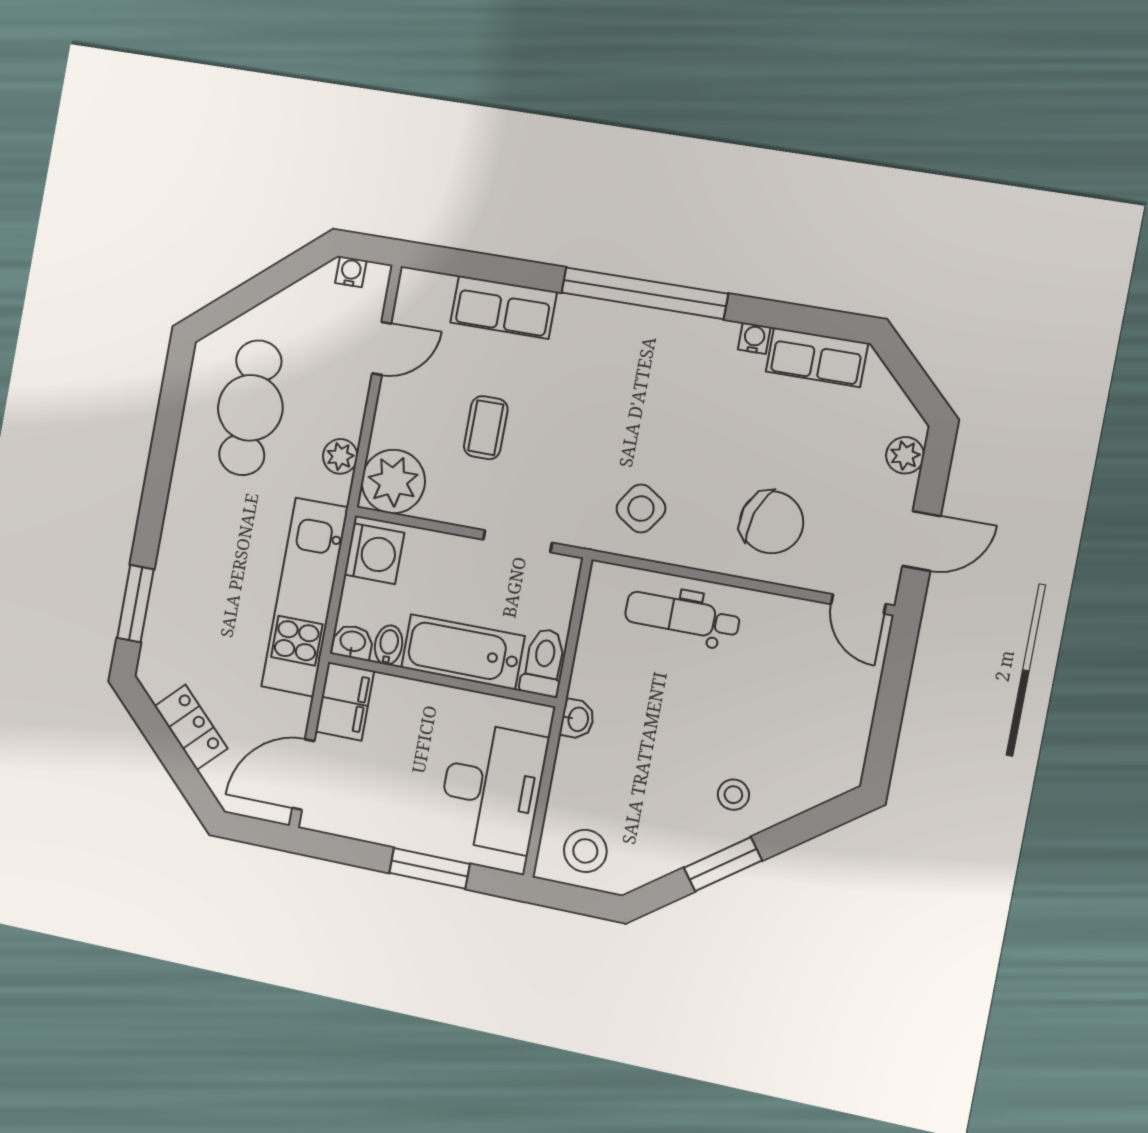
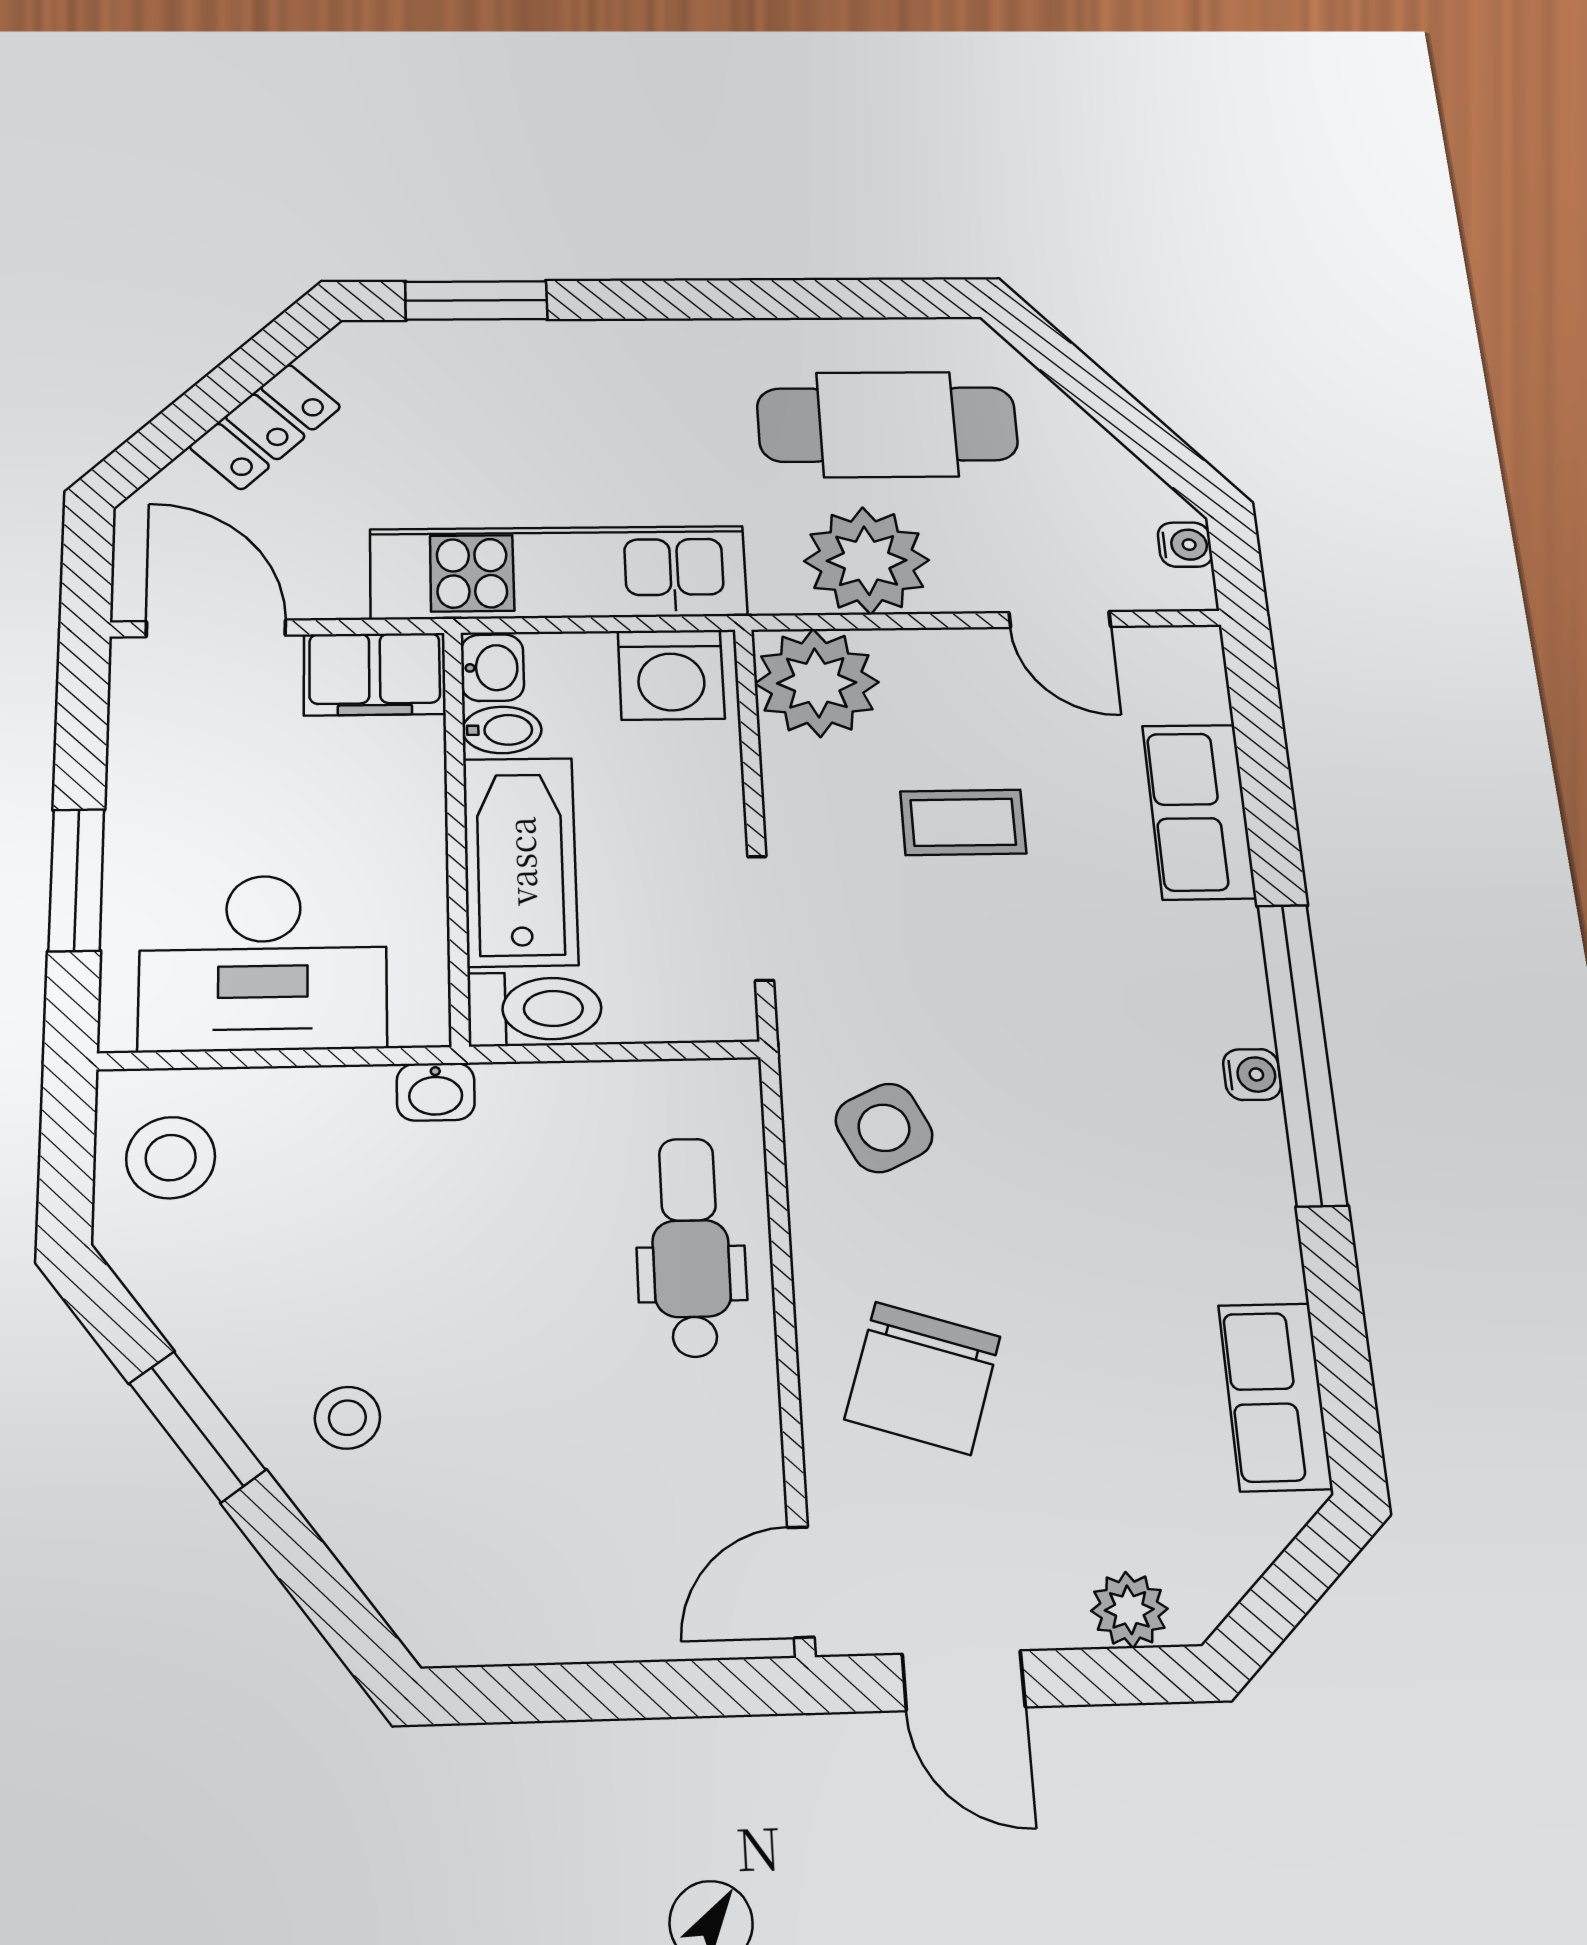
water cooler: (754, 338) -> (1252, 1075), moved
plant: (340, 456) -> (867, 561), width x1.87, depth x1.87
side table: (641, 509) -> (884, 1128), turned 30

